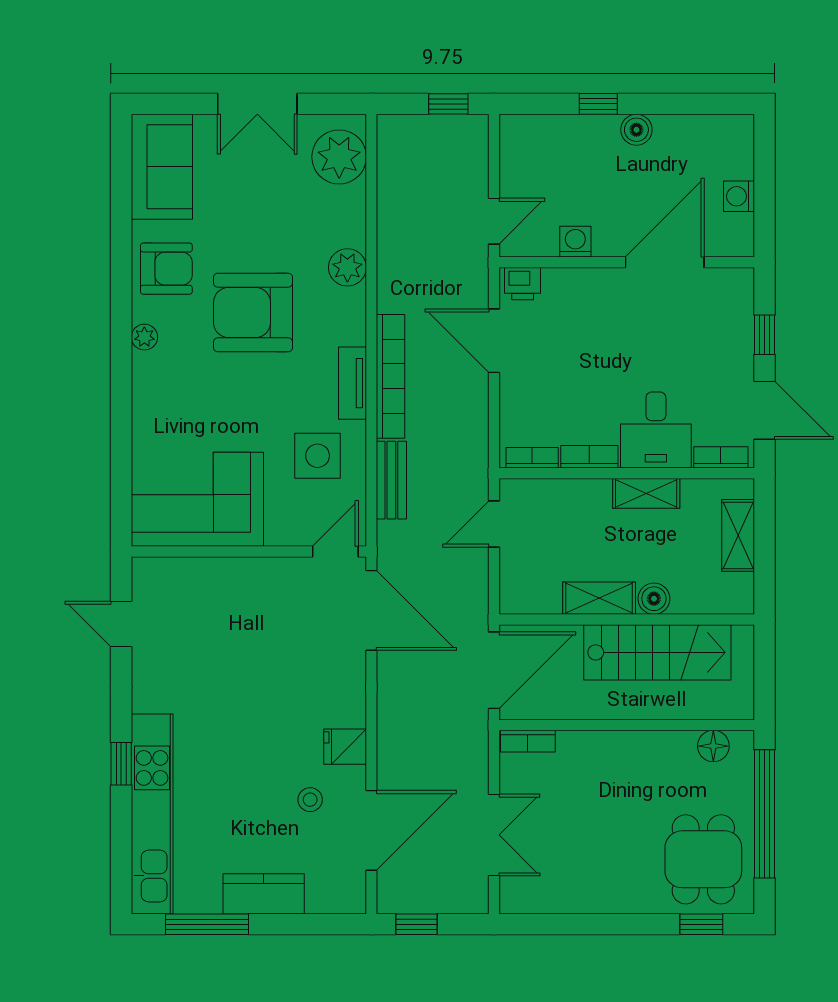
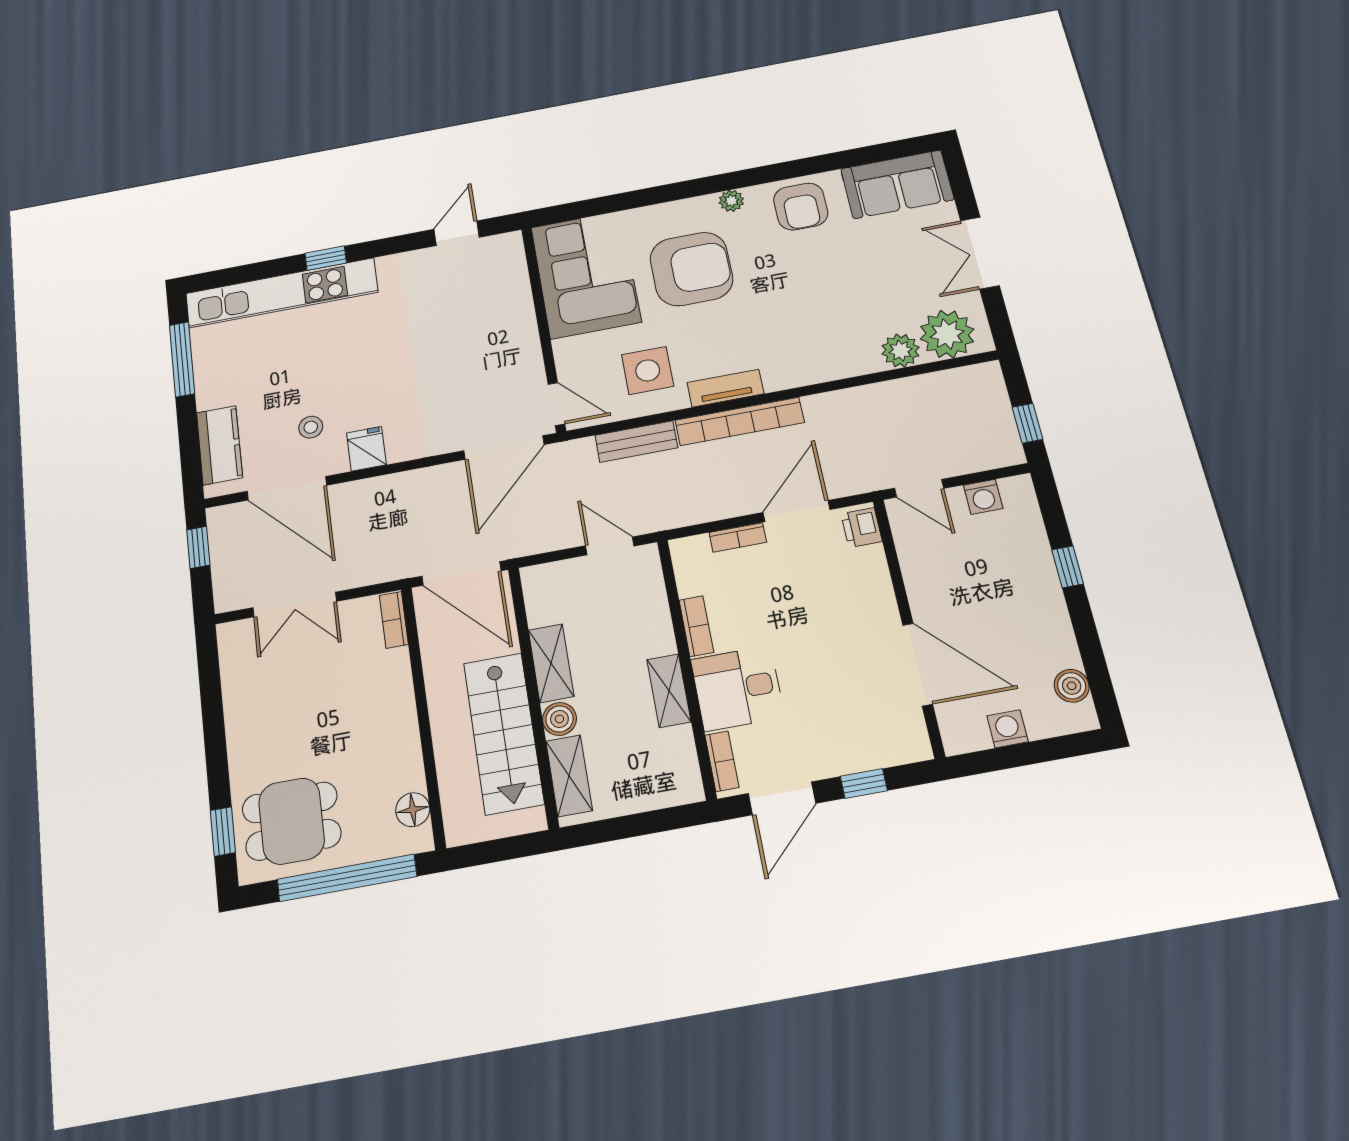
boiler: (636, 130) -> (1072, 686), moved
washing machine: (575, 242) -> (983, 497), moved, turned 90
plant: (347, 267) -> (901, 351), moved
armchair: (253, 313) -> (691, 269), moved, turned 90
bookcase: (532, 458) -> (738, 537), moved, turned 90
shelving: (738, 535) -> (569, 776), moved, turned 90
kitchen counter: (264, 894) -> (219, 445), moved

